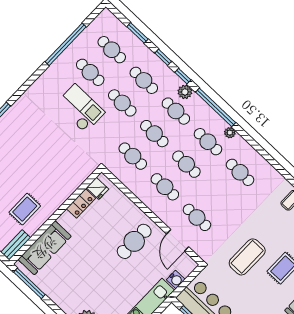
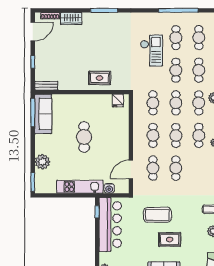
cafe table: (240, 172) -> (176, 168), moved
locker: (81, 203) -> (101, 99), removed
rug: (25, 209) -> (100, 78), moved
cafe table: (134, 241) -> (84, 137), moved, turned 90
sofa: (45, 248) -> (43, 114), moved, turned -90

